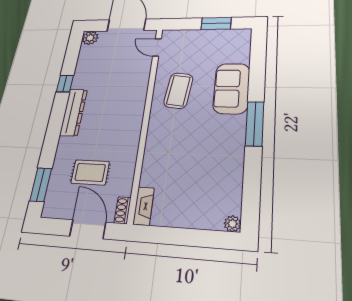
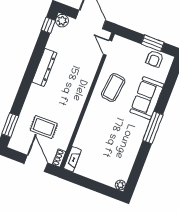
armchair: (225, 39) -> (155, 59), added
window: (65, 84) -> (48, 25), moved
dresser: (74, 112) -> (44, 67), moved

